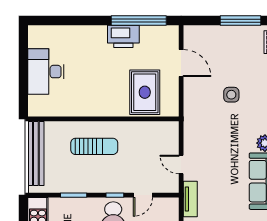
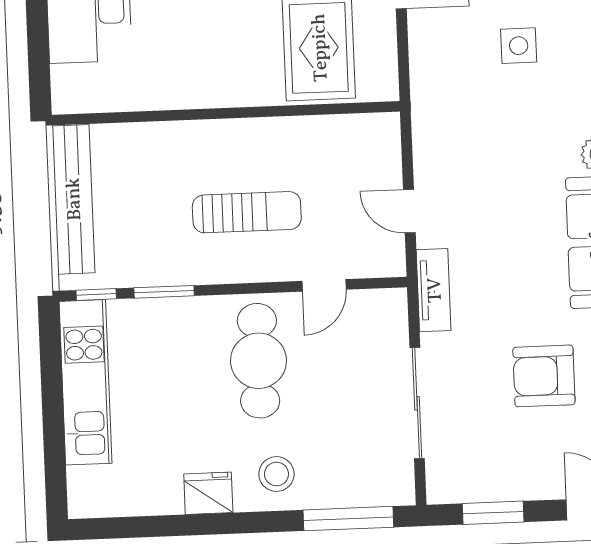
sun lounger: (94, 146) -> (247, 212), moved
window: (115, 195) -> (96, 295), moved

